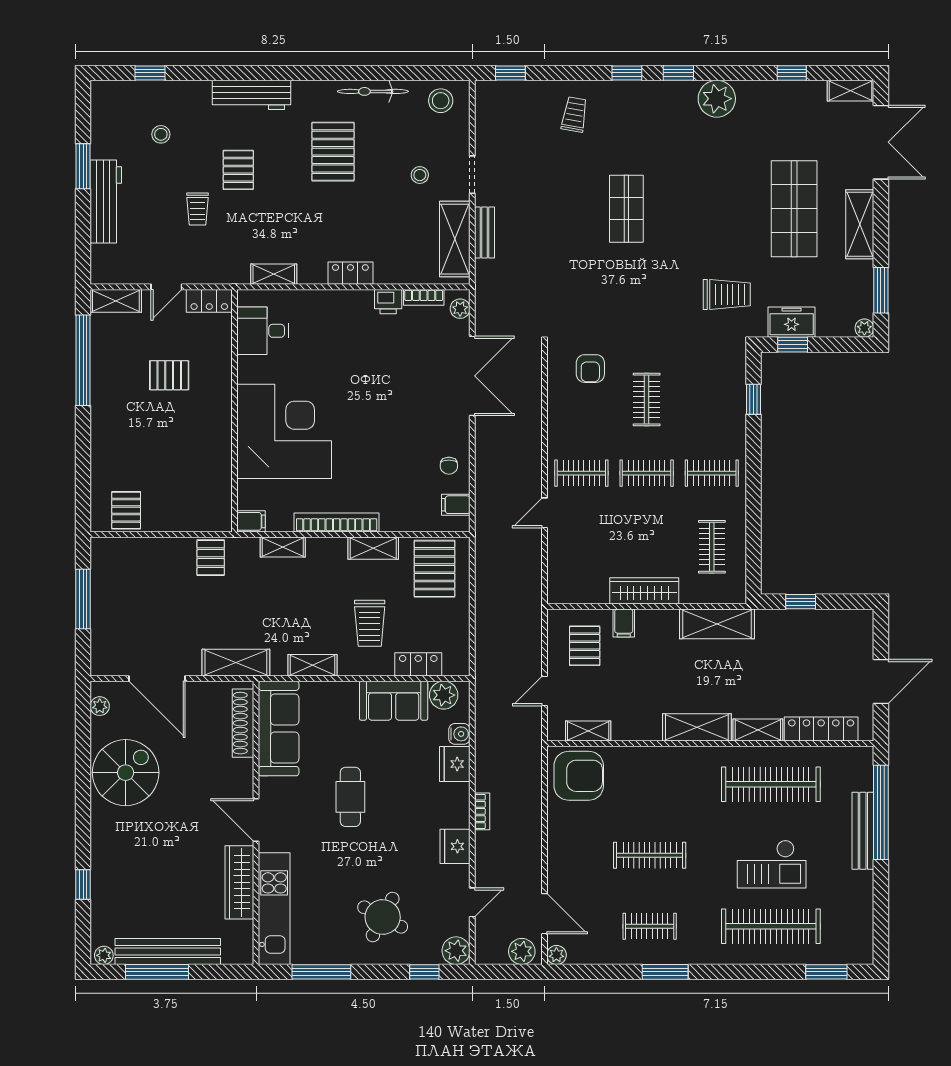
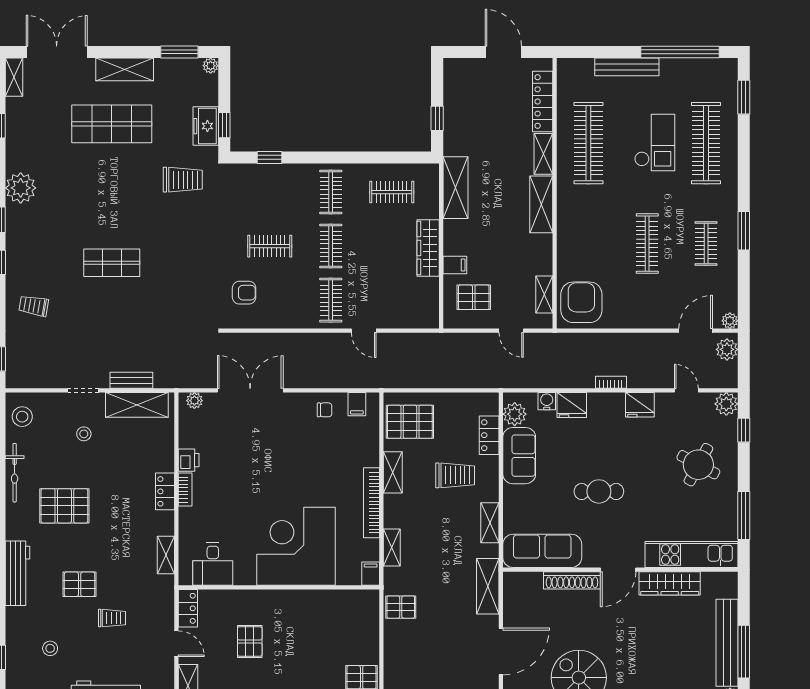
trolley: (727, 294) -> (183, 180), turned 90
bookcase: (424, 297) -> (185, 490), moved
shoe rack: (243, 723) -> (572, 580), moved
window: (881, 812) -> (680, 52), moved

